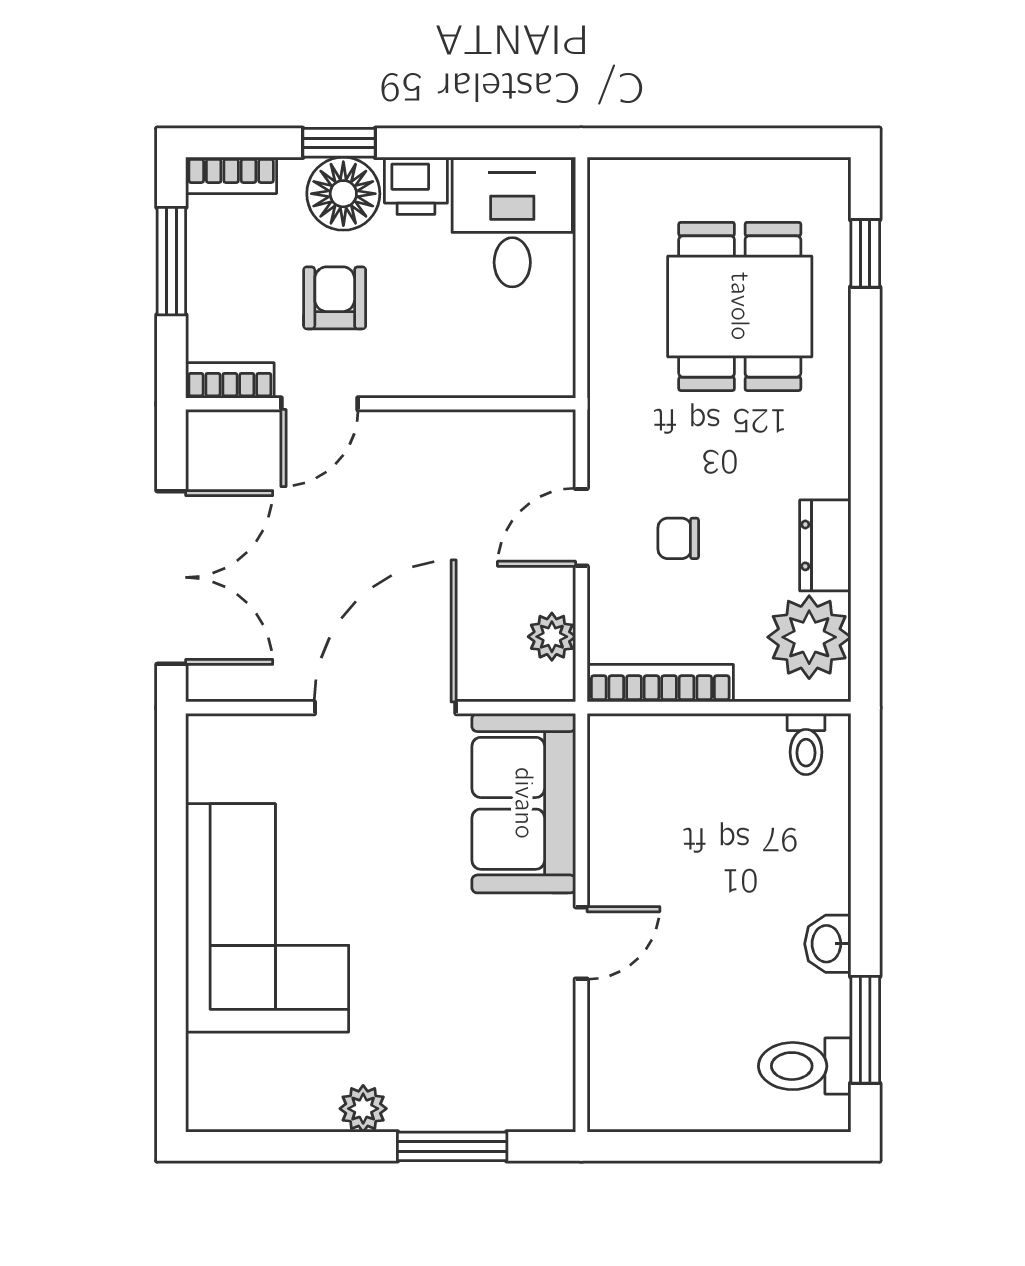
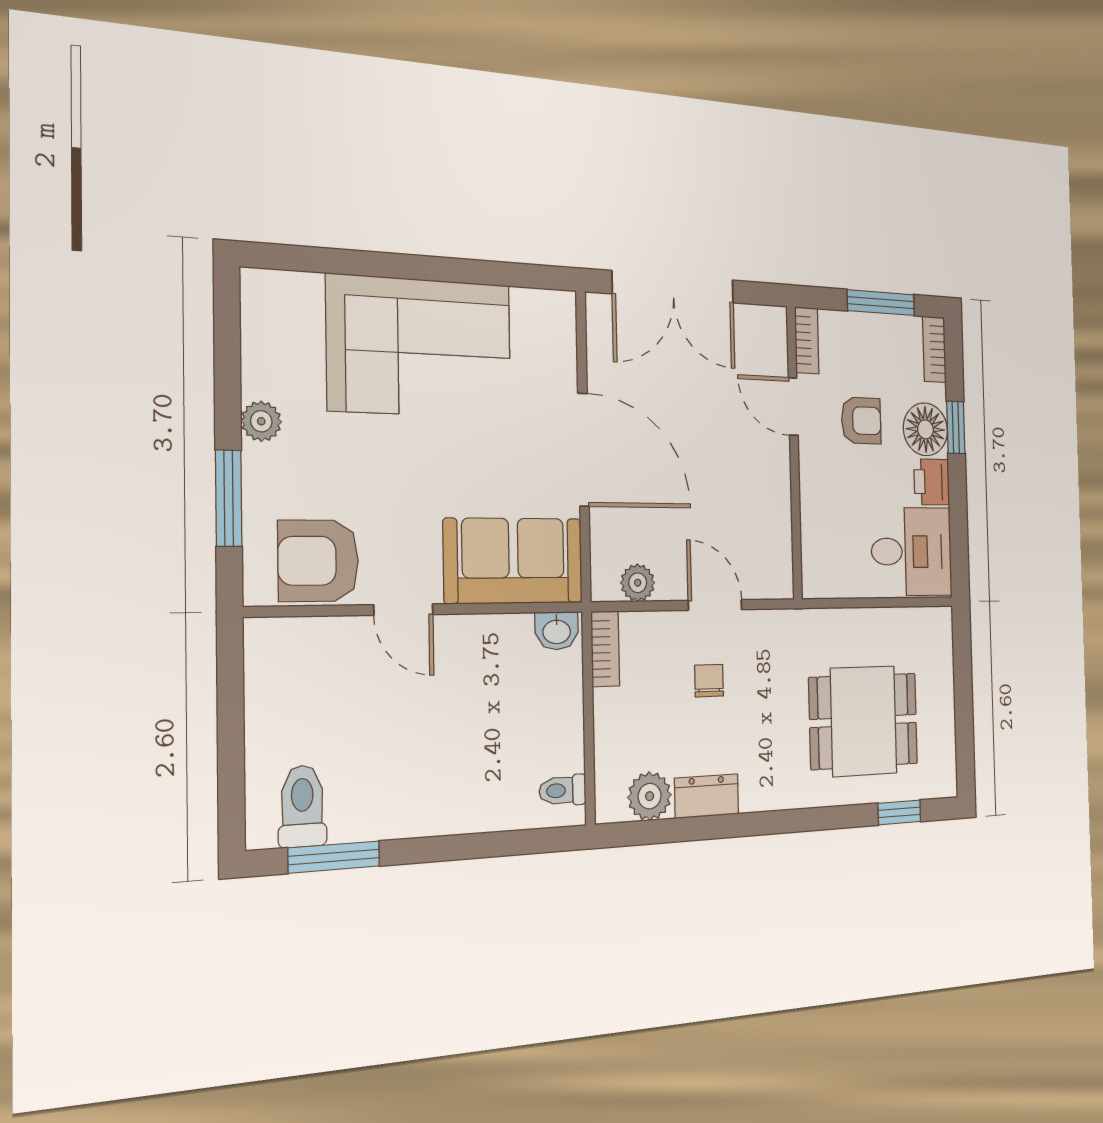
plant: (809, 637) -> (650, 796), width x0.73, depth x0.73
bookcase: (660, 683) -> (605, 649), width x0.64
washbasin: (828, 944) -> (557, 631), moved, turned 180
armchair: (523, 1044) -> (318, 561), added

